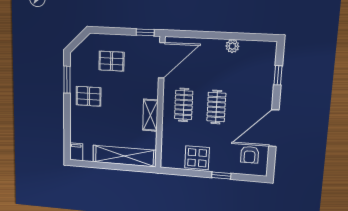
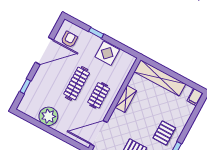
plant: (232, 46) -> (48, 116), width x1.87, depth x1.87
pallet: (89, 96) -> (164, 133), turned 90
clothes rail: (216, 107) -> (77, 84), width x1.36

